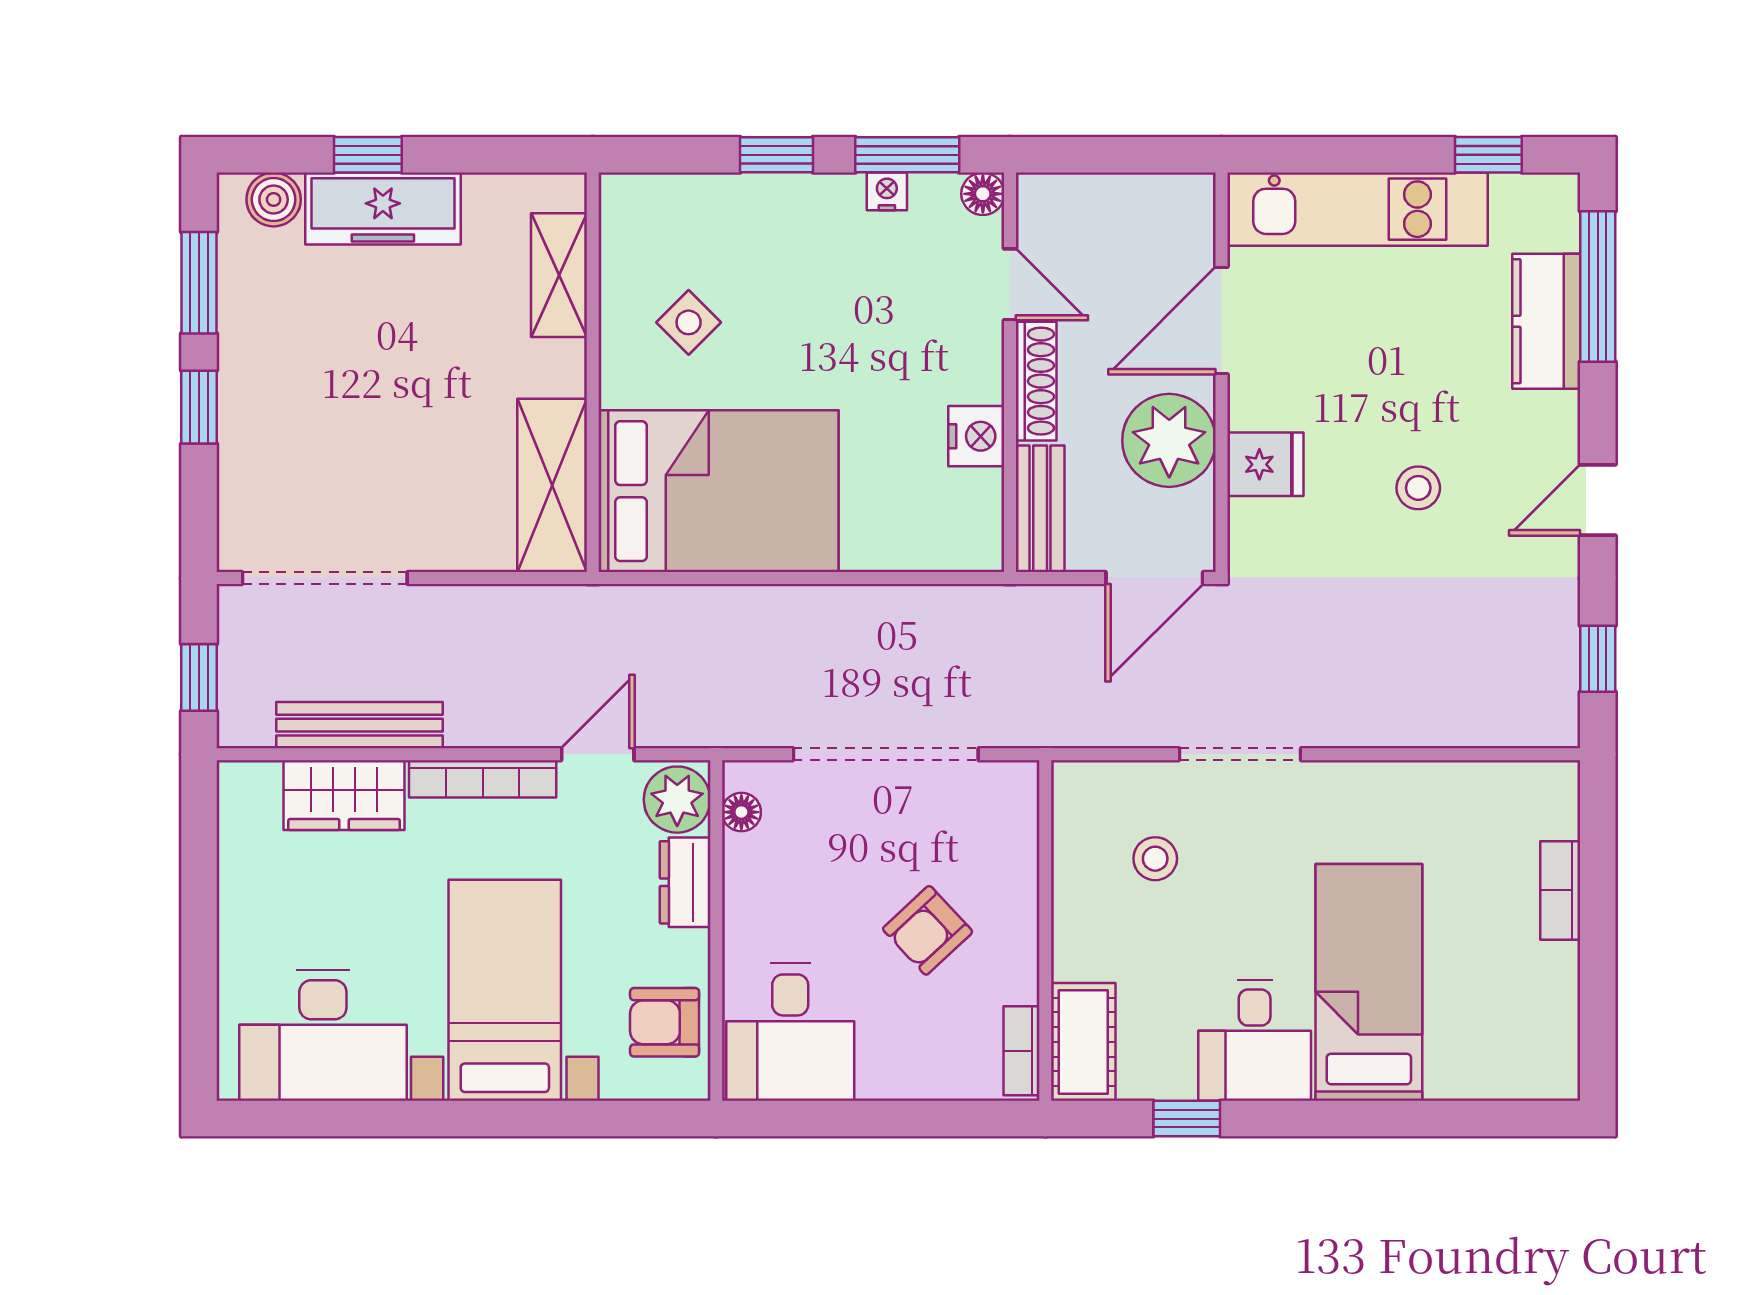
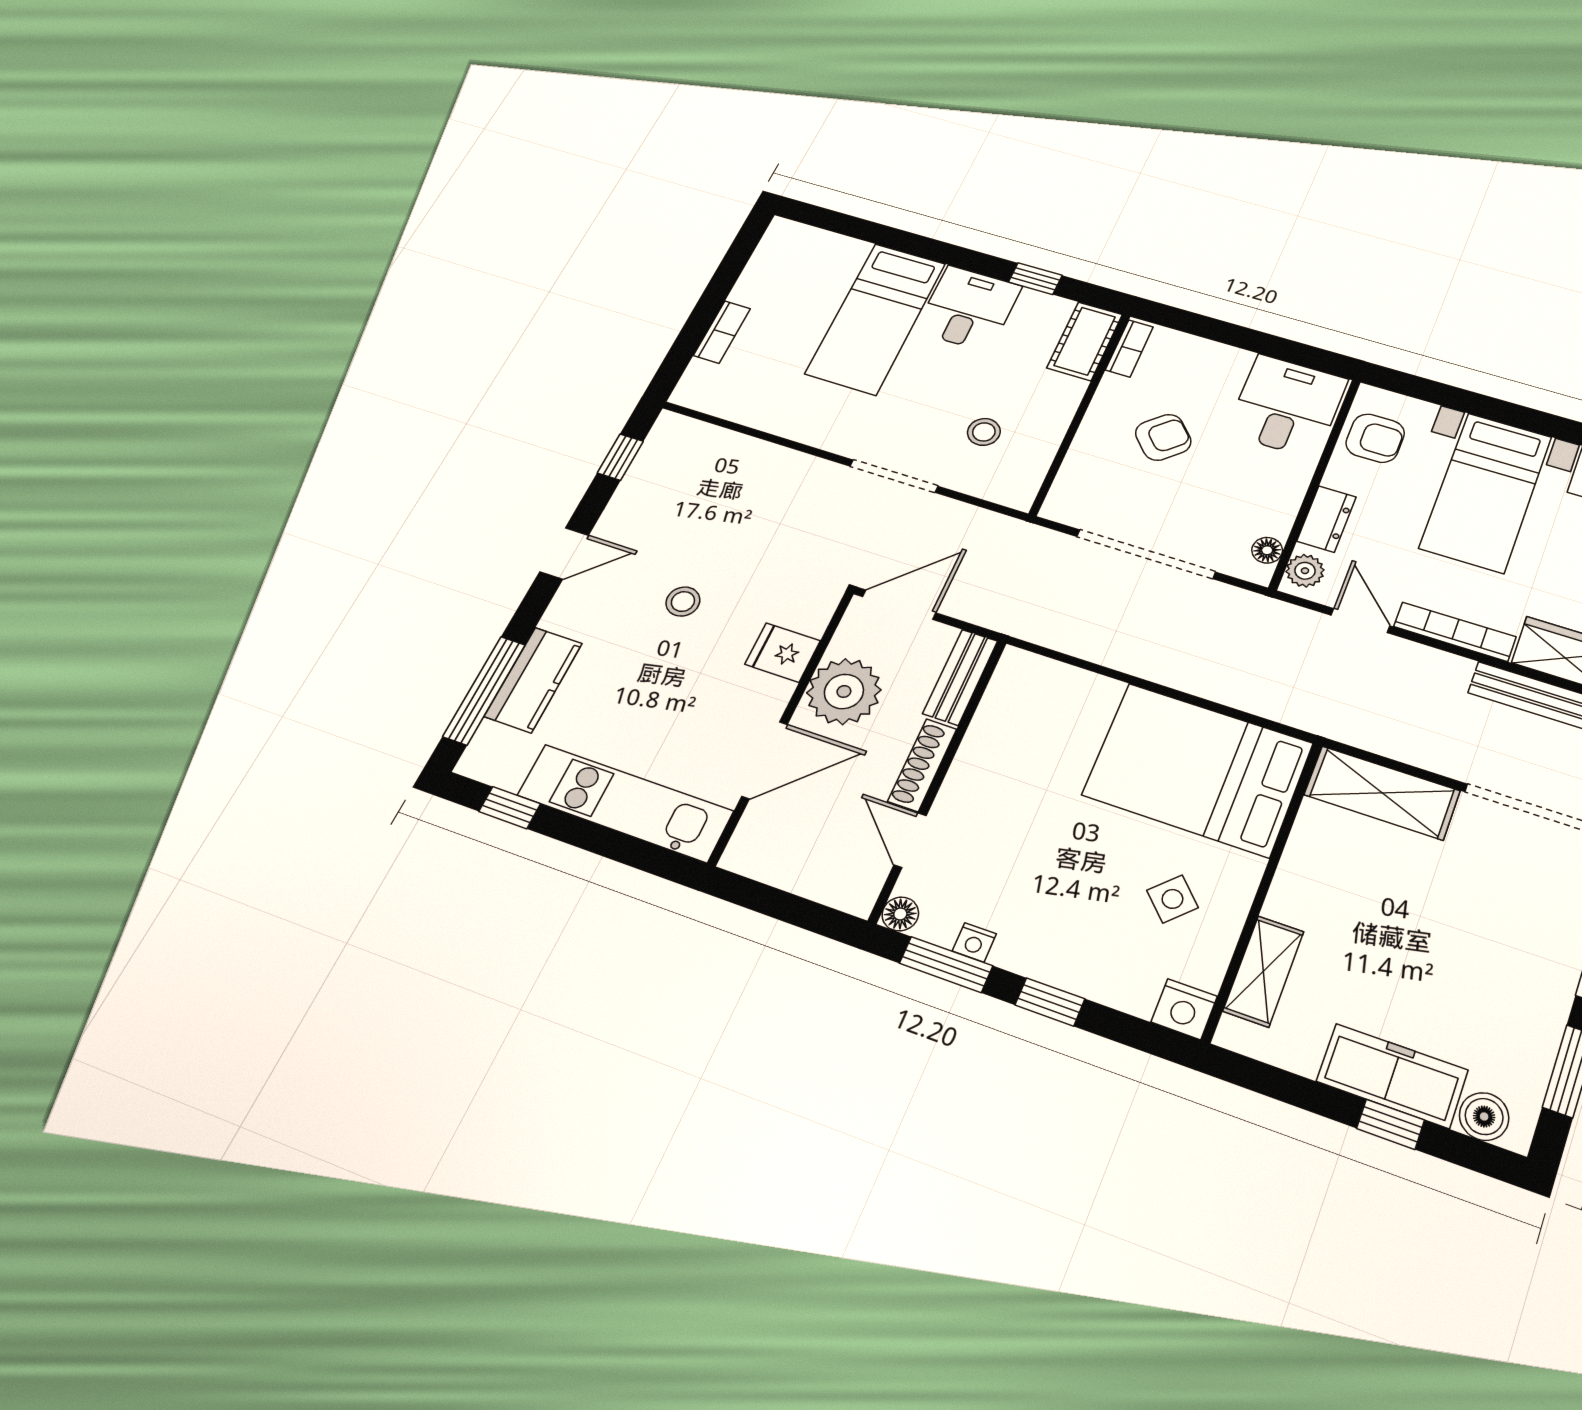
nightstand: (976, 436) -> (1184, 1009), moved, turned -90
shelving: (552, 485) -> (1382, 793), moved, turned 90
door: (598, 754) -> (1360, 621), swing flipped
plant: (677, 800) -> (1305, 571), width x0.73, depth x0.73

